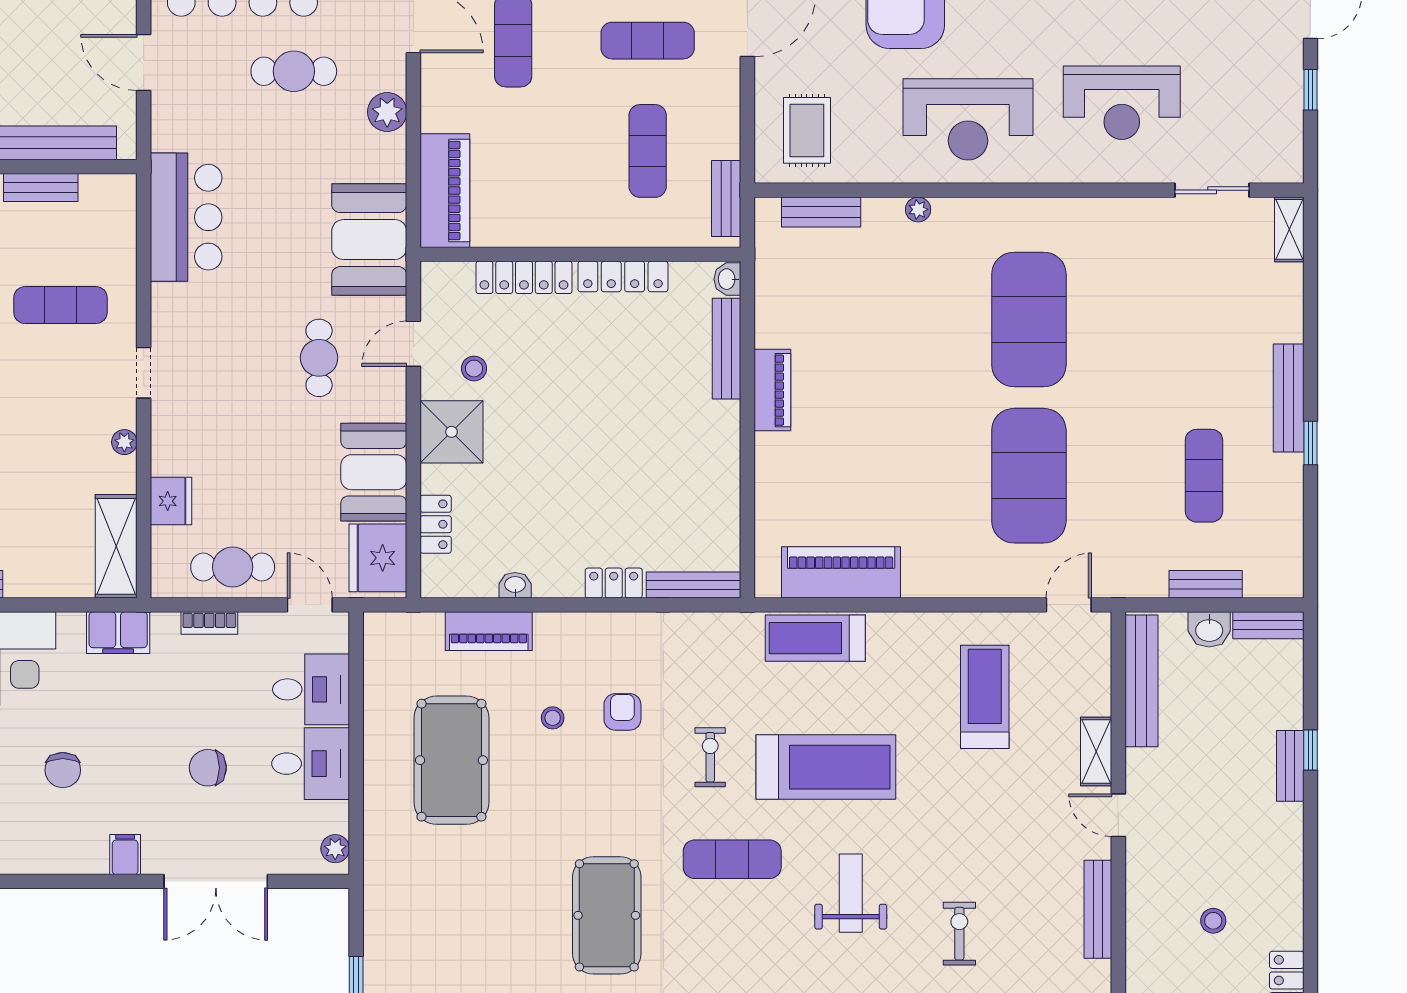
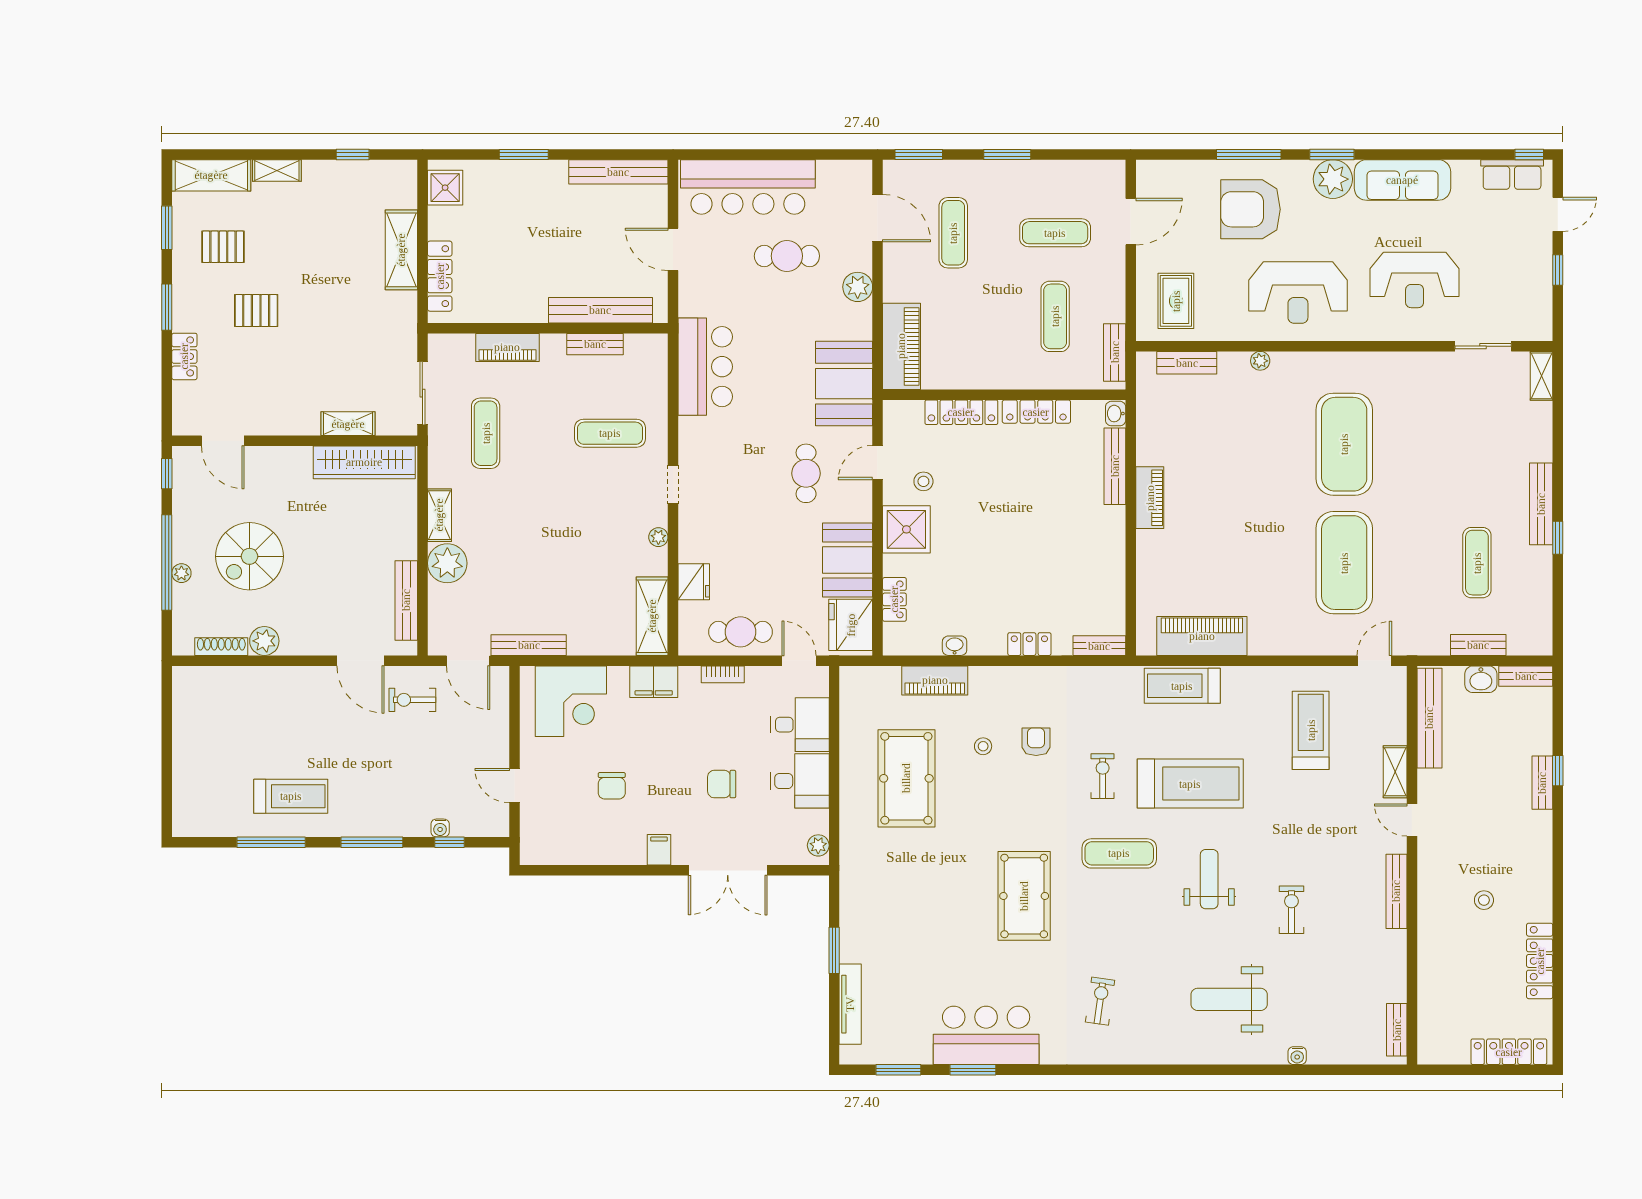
bench: (693, 585) -> (1099, 646), width x0.73

